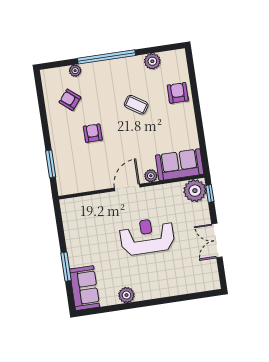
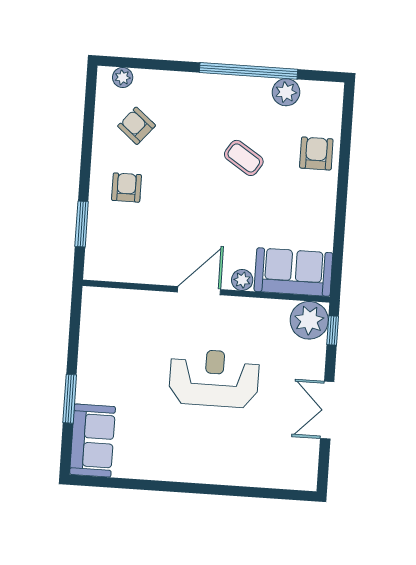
window: (107, 57) -> (248, 71), moved
plant: (75, 71) -> (123, 77), moved
armchair: (93, 133) -> (127, 188), moved
plant: (126, 295) -> (159, 467), removed

